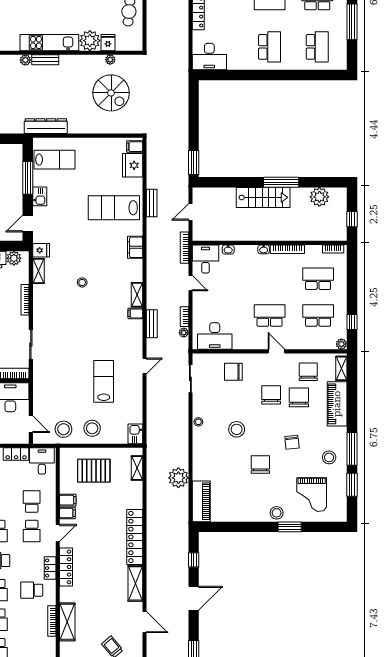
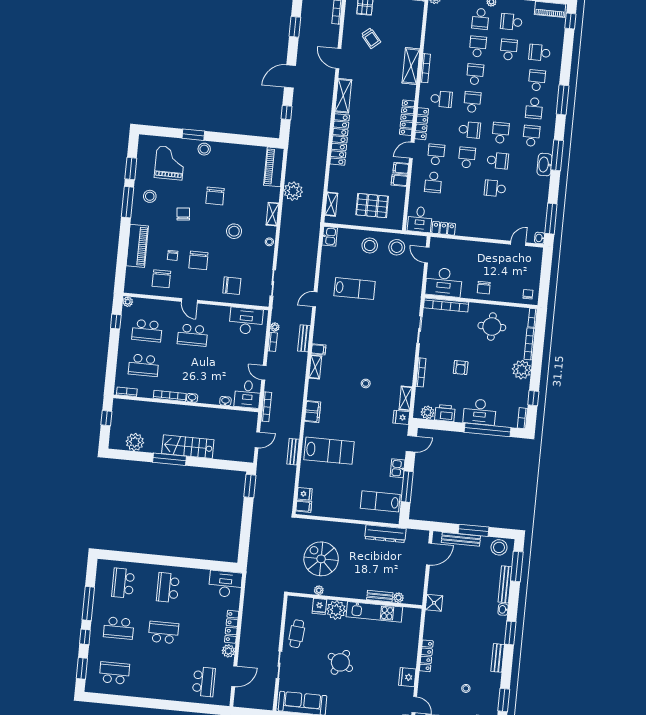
fridge: (133, 165) -> (305, 494), width x0.53, depth x0.75
shelving: (341, 368) -> (272, 214), moved
lab bench: (104, 381) -> (355, 289), turned -90
chair: (299, 397) -> (173, 255), width x0.54, depth x0.54
locker: (50, 568) -> (422, 124), width x1.53

